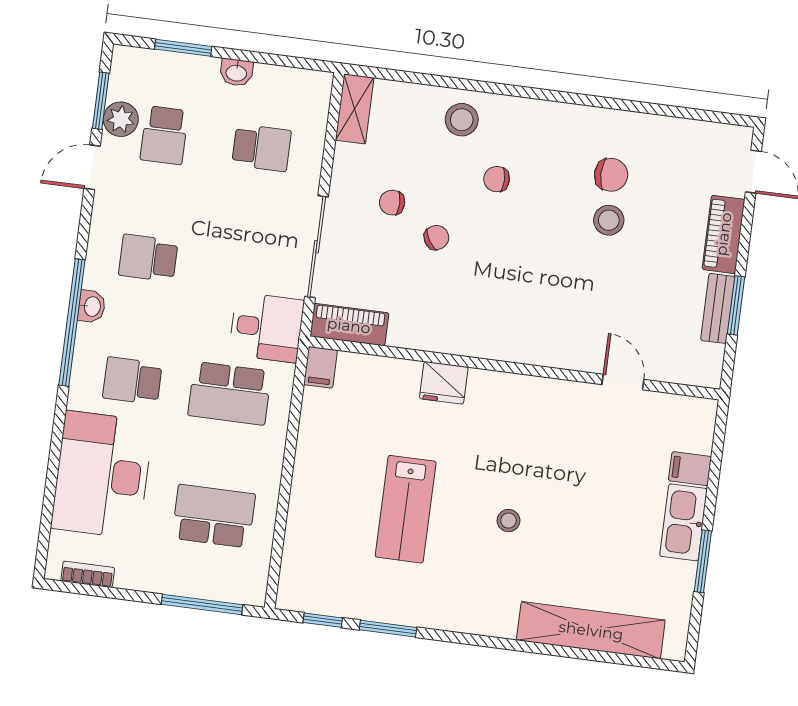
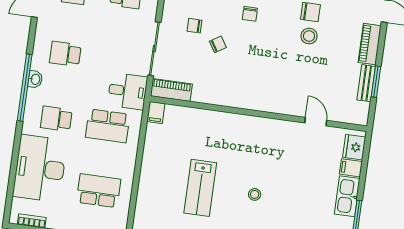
chair: (497, 179) -> (250, 14), turned -90
fridge: (444, 383) -> (354, 147), moved, turned 90

